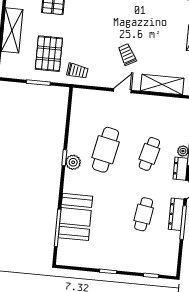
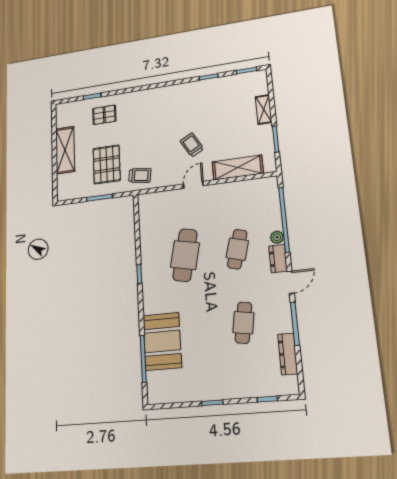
plant: (73, 162) -> (150, 277), removed
dresser: (176, 214) -> (288, 354), moved

